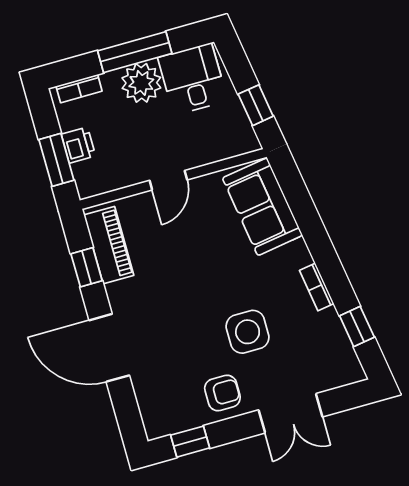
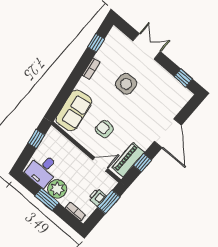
window: (135, 52) -> (47, 199), width x0.69
door: (168, 180) -> (100, 164), moved
armchair: (222, 393) -> (104, 129), moved

